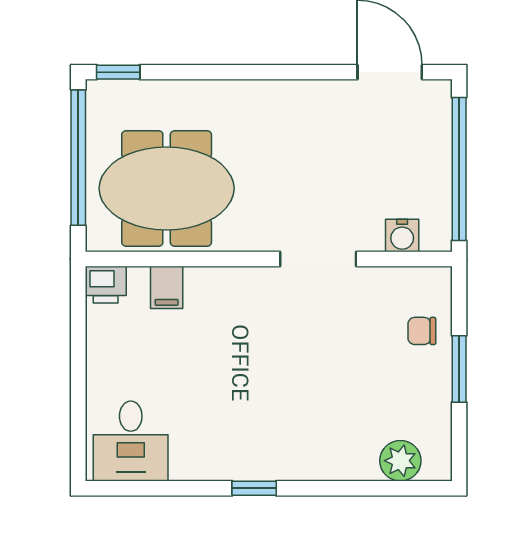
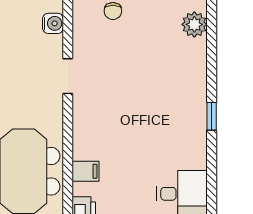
doorway: (318, 259) -> (68, 76), width x0.73

